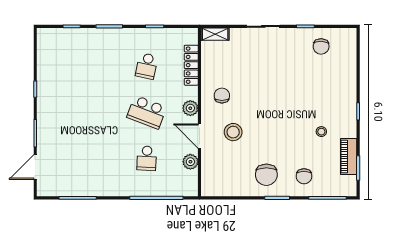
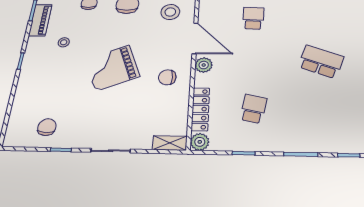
chair: (222, 96) -> (167, 77), turned 90
grand piano: (272, 105) -> (113, 68), added
school desk: (147, 112) -> (321, 62), moved
stool: (233, 132) -> (170, 12), moved
door: (200, 136) -> (195, 38), width x1.36
plant: (190, 162) -> (200, 142), moved

